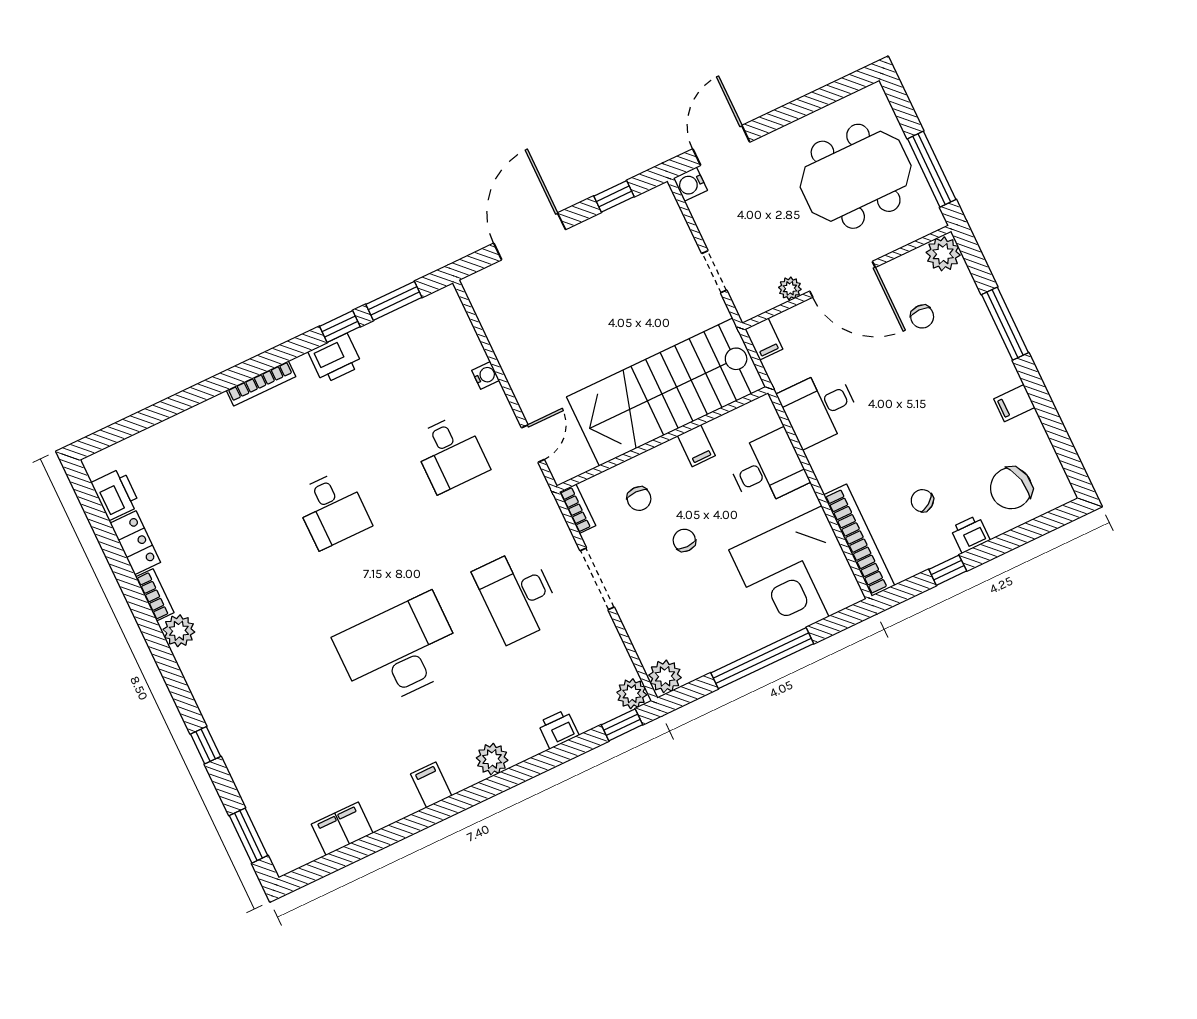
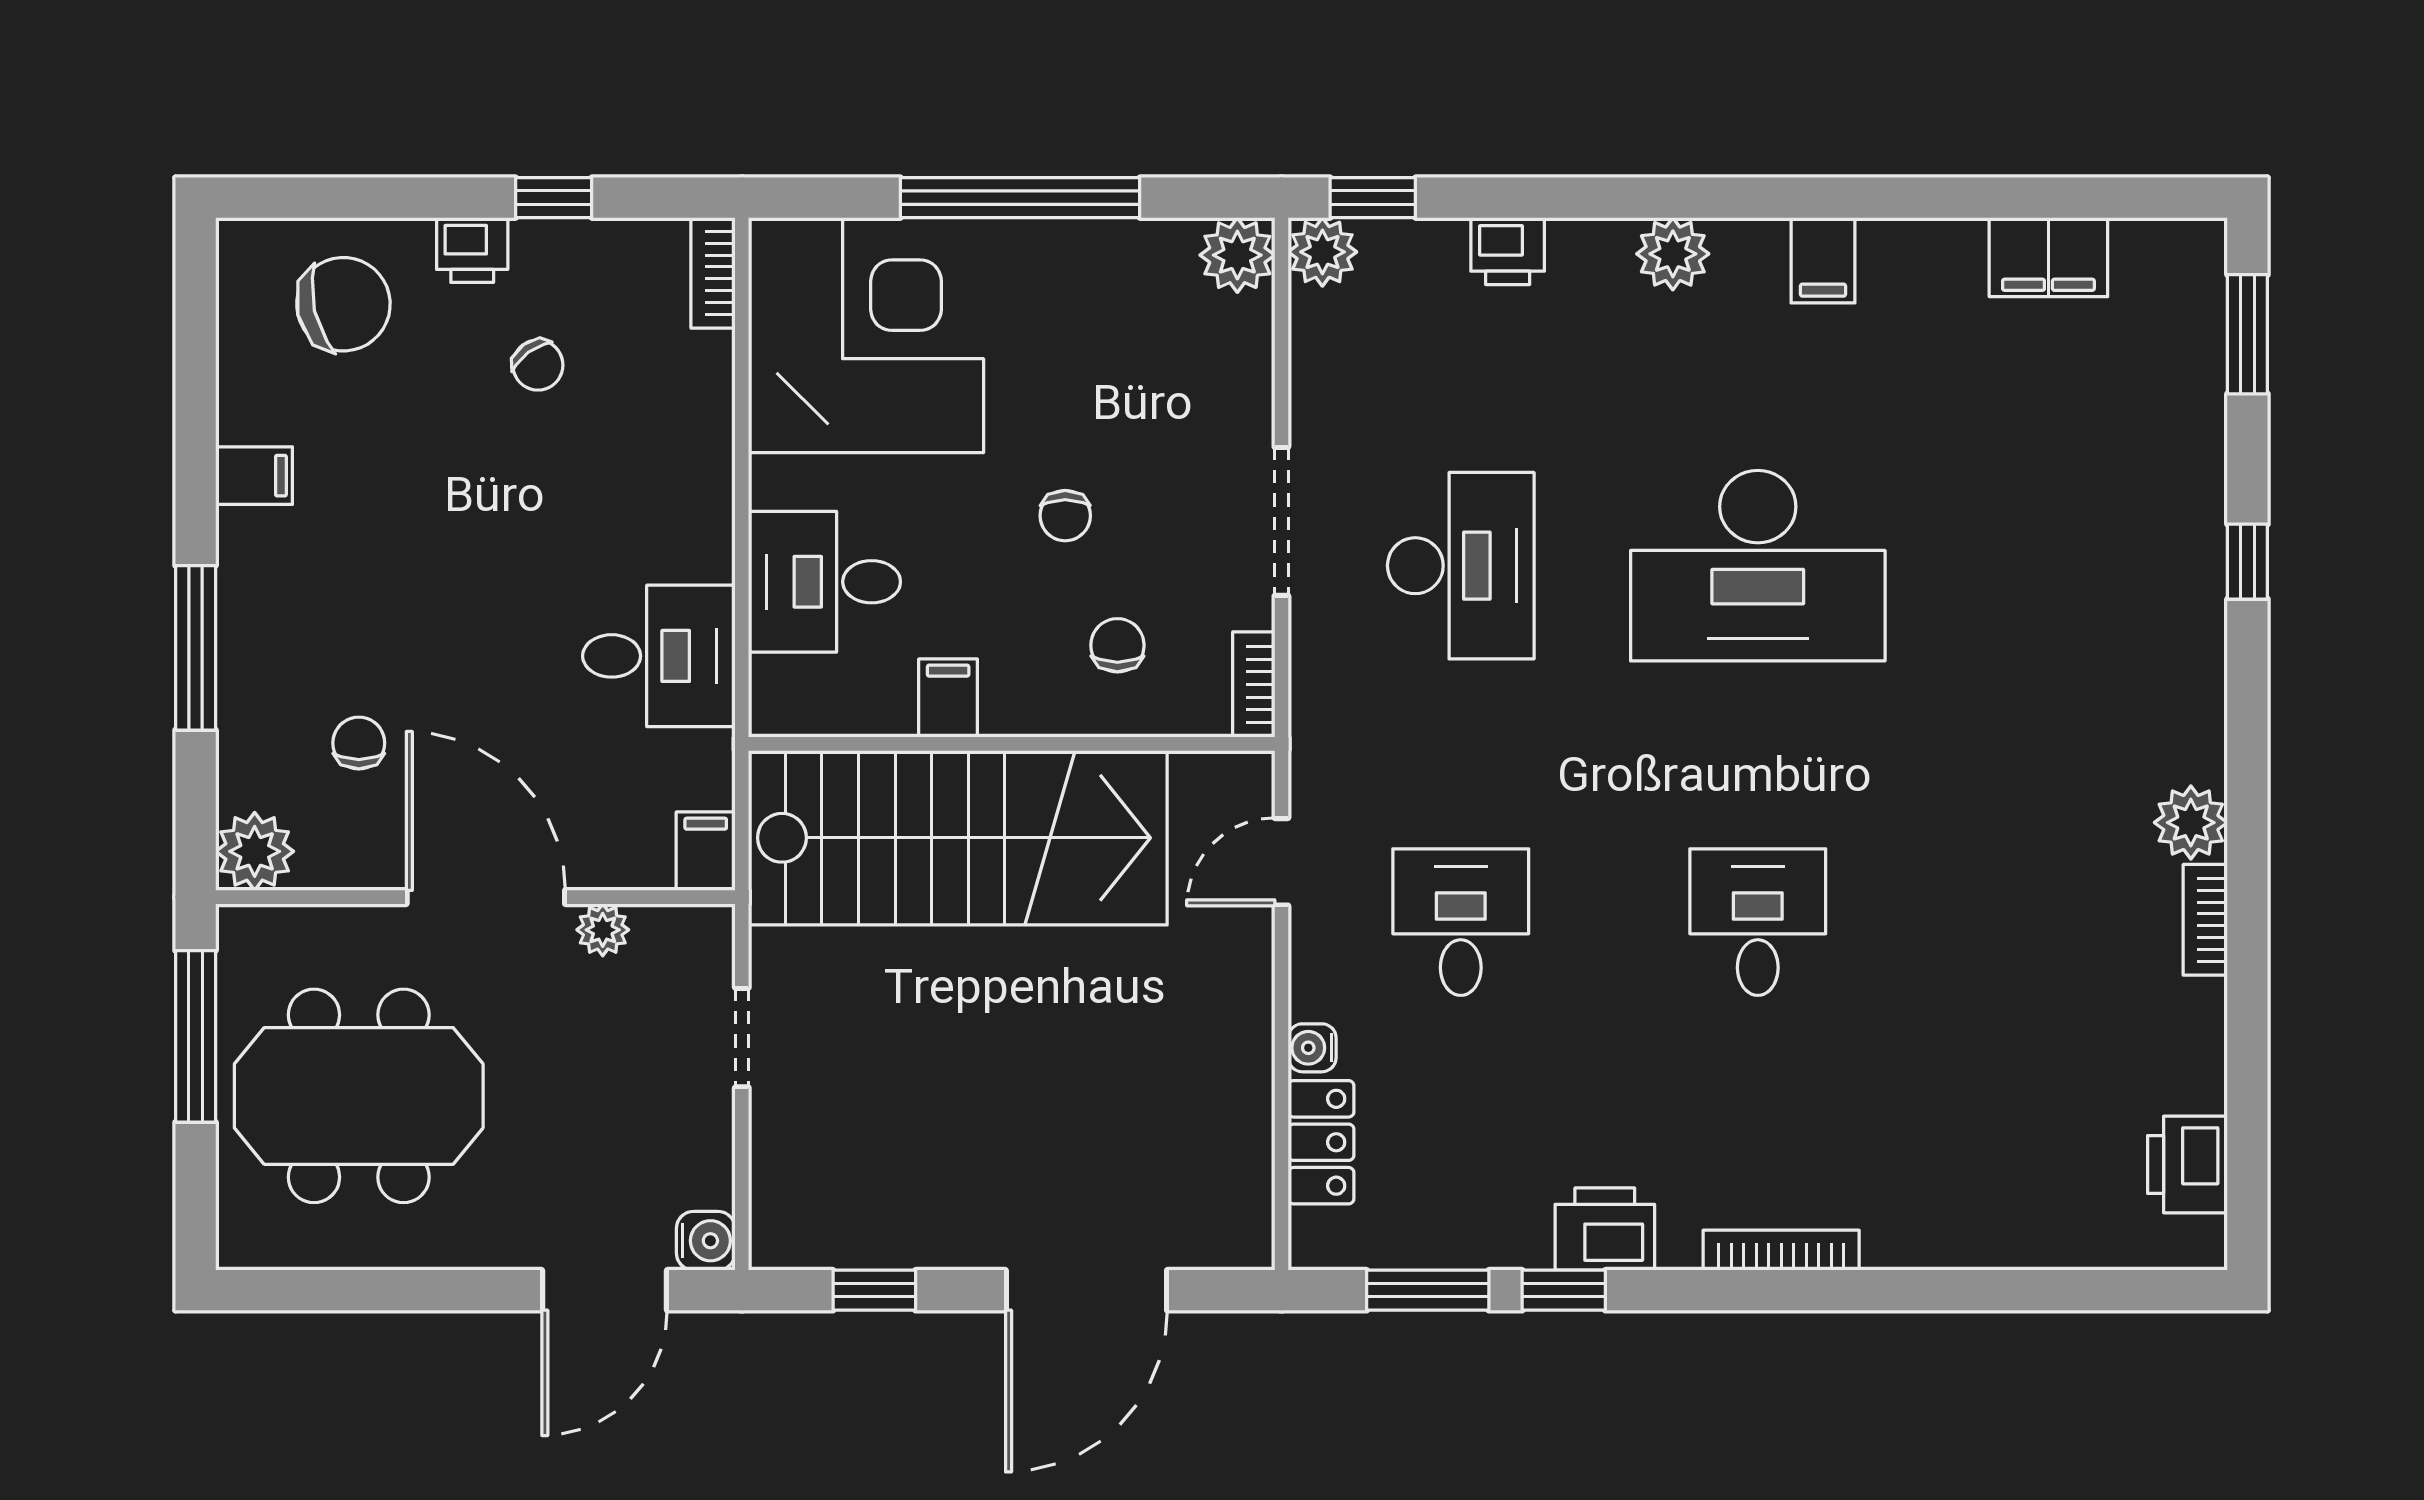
bookcase: (859, 540) -> (713, 273), width x0.43, depth x0.76
locker: (135, 543) -> (1321, 1142), moved, turned 180

